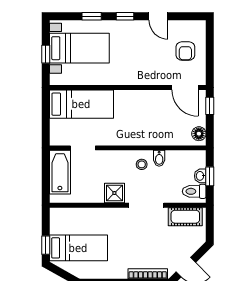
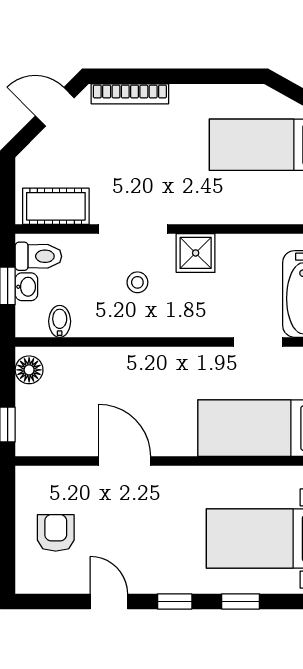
door: (185, 87) -> (125, 461), moved
bidet: (159, 158) -> (60, 321), moved
stool: (142, 164) -> (137, 282), moved

